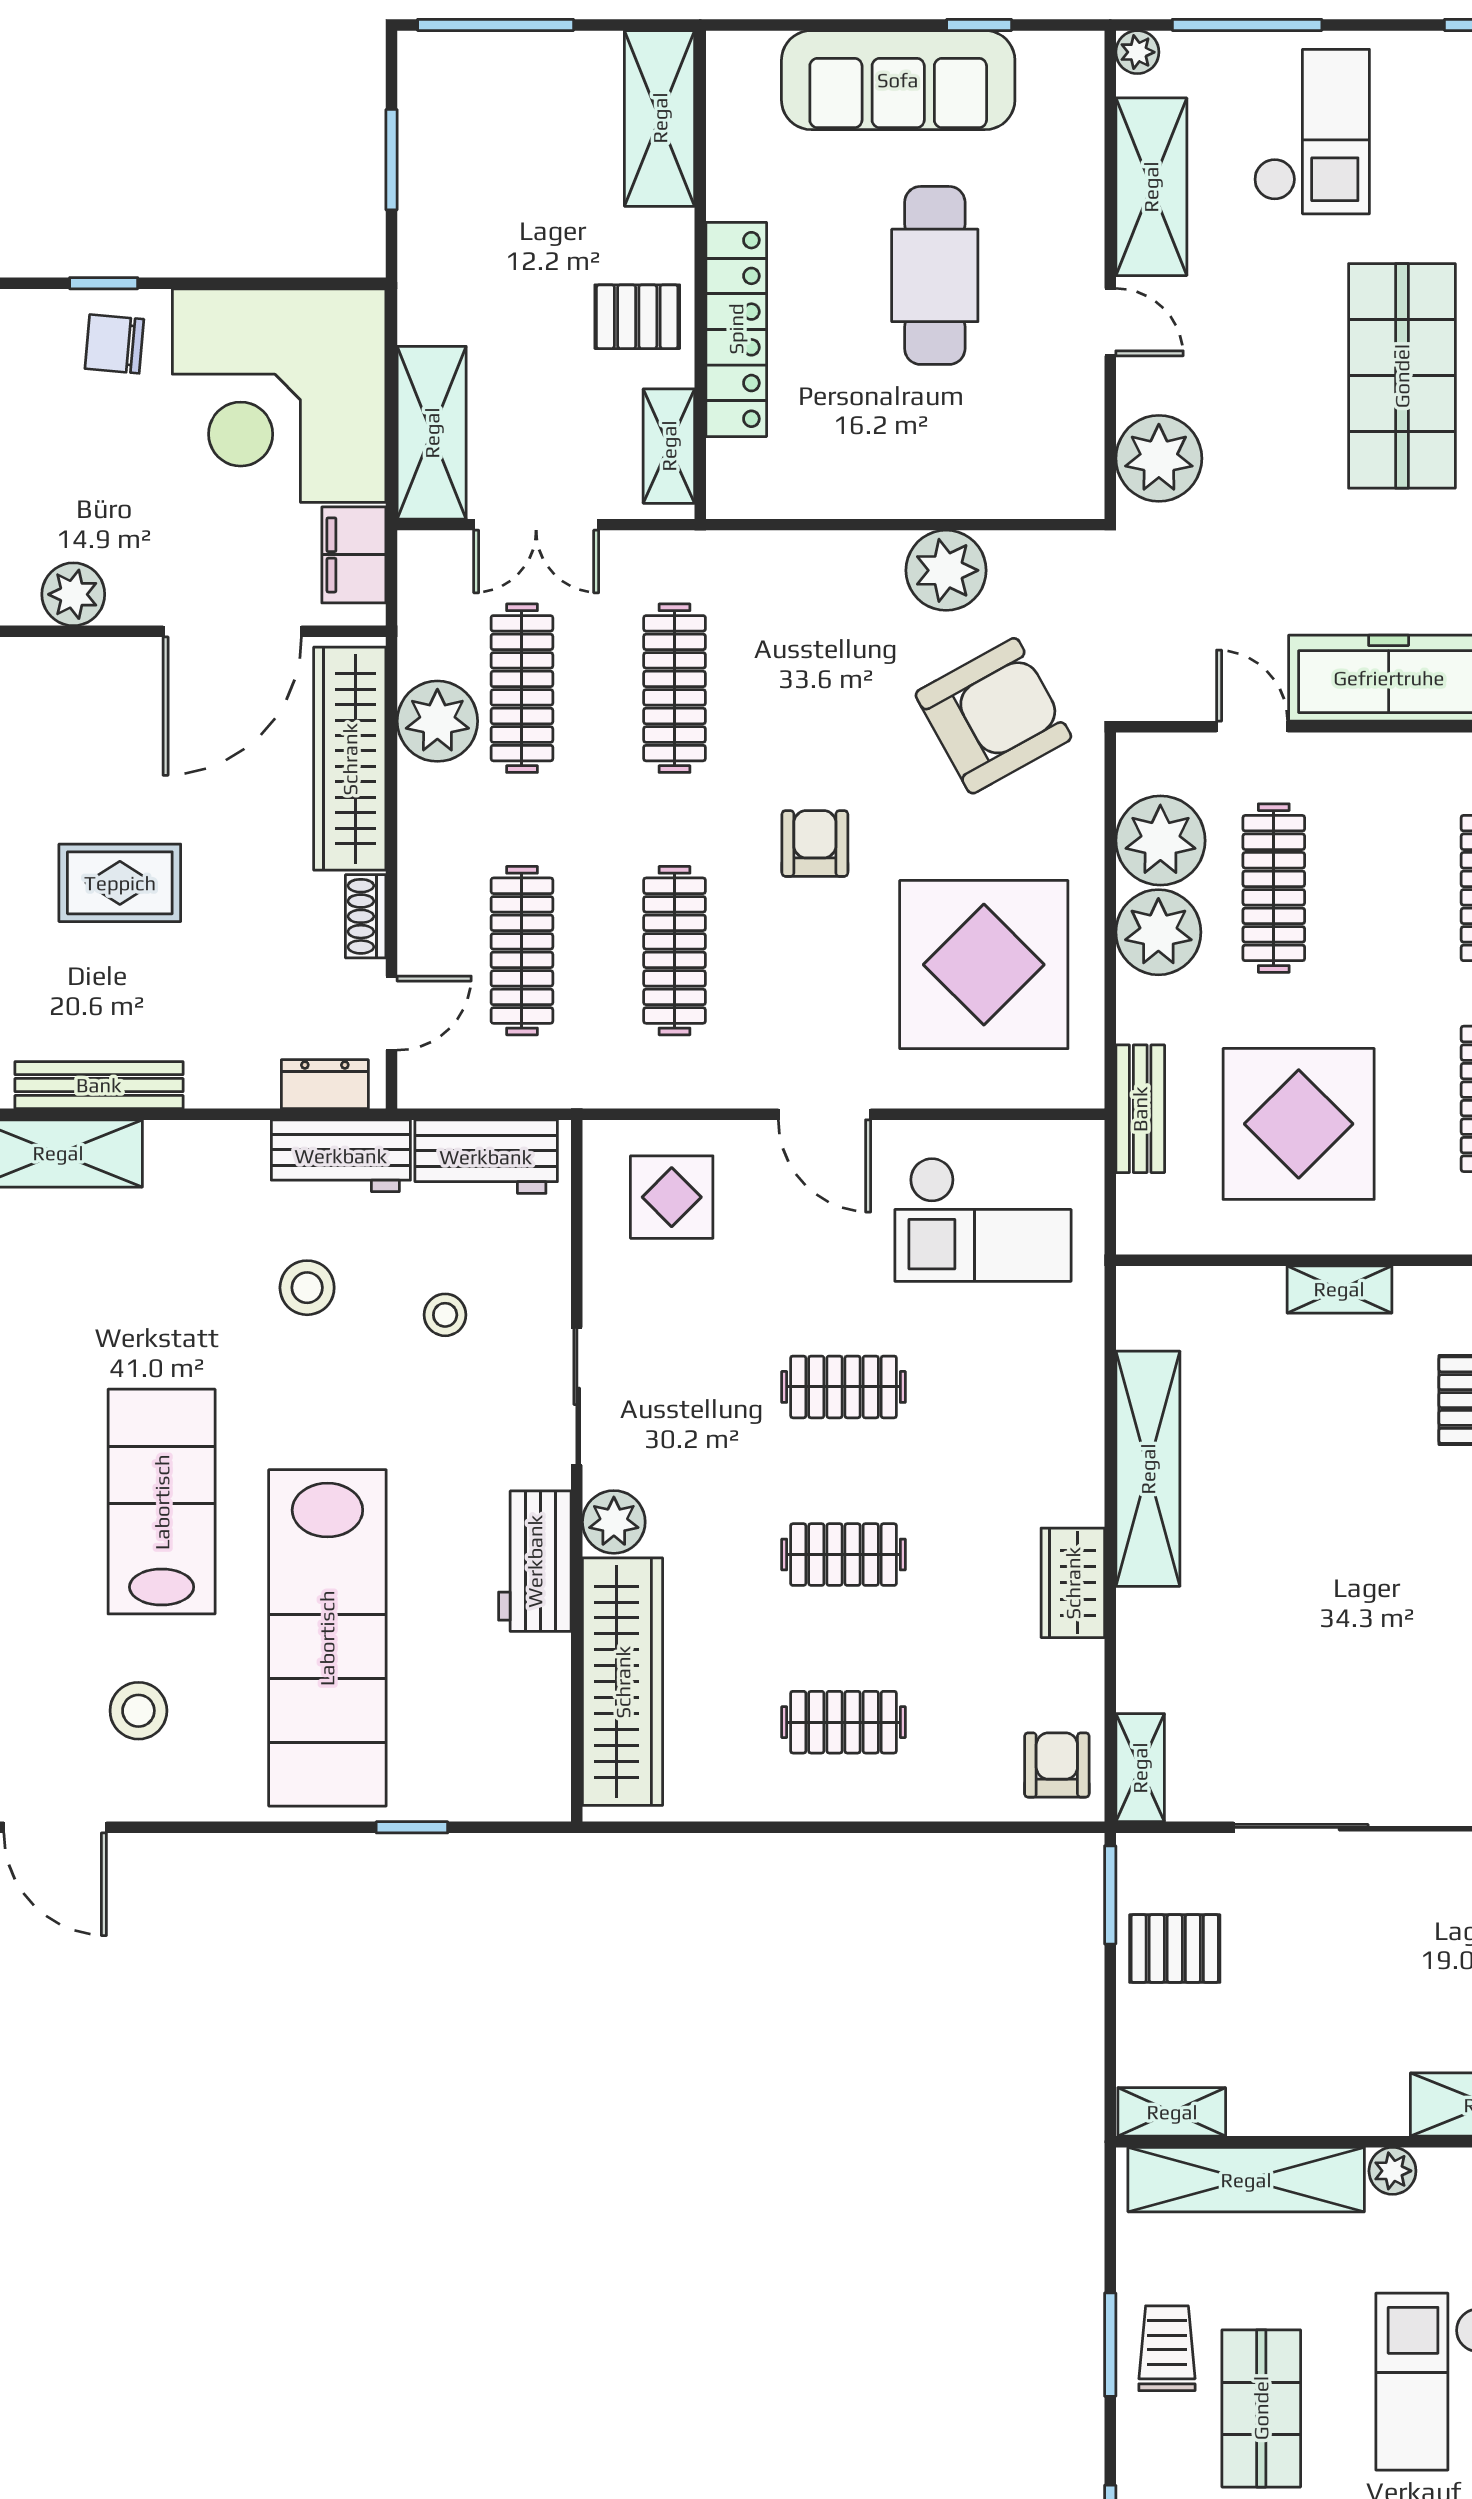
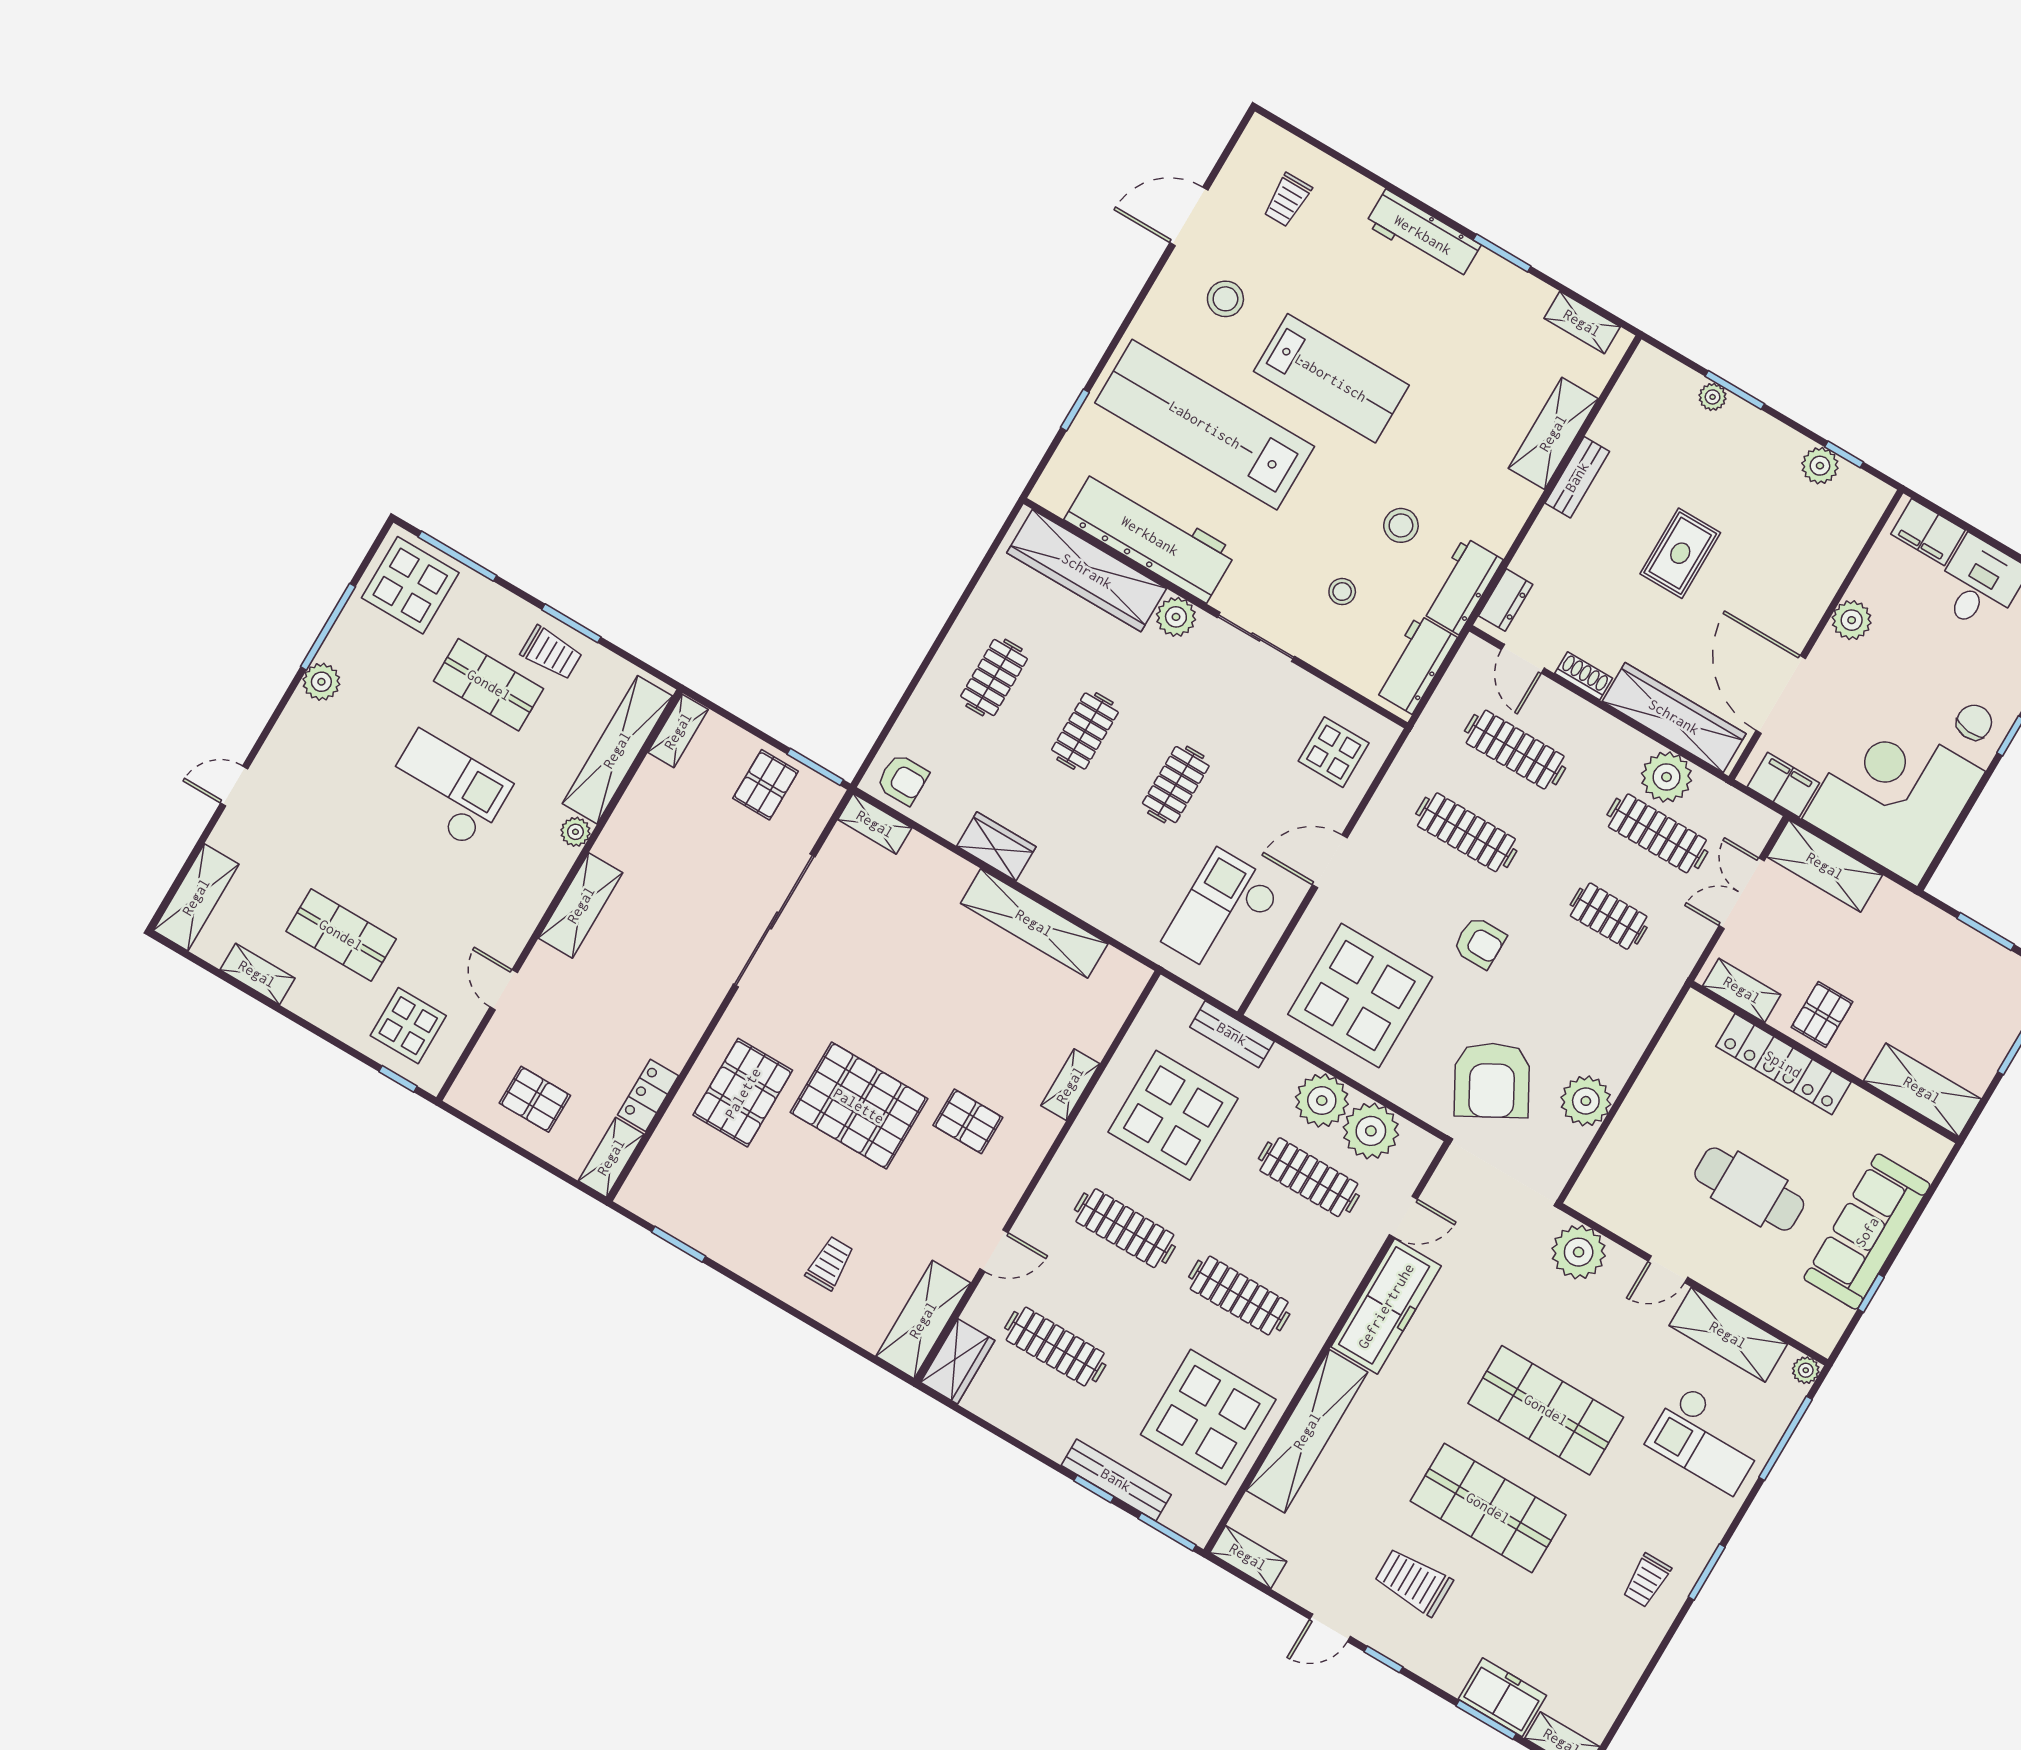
clothes rail: (675, 688) -> (1609, 916), width x0.73
bench: (99, 1085) -> (1577, 477), width x0.73
workbench: (535, 1561) -> (1150, 536), width x1.88, depth x1.32

